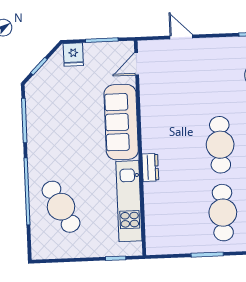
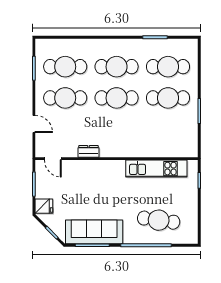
door: (181, 37) -> (34, 124), swing flipped
cafe table: (217, 77) -> (65, 98), added
sofa: (121, 122) -> (94, 232), moved, turned 180
dresser: (150, 167) -> (89, 151), moved
cafe table: (61, 207) -> (159, 220), turned 35

